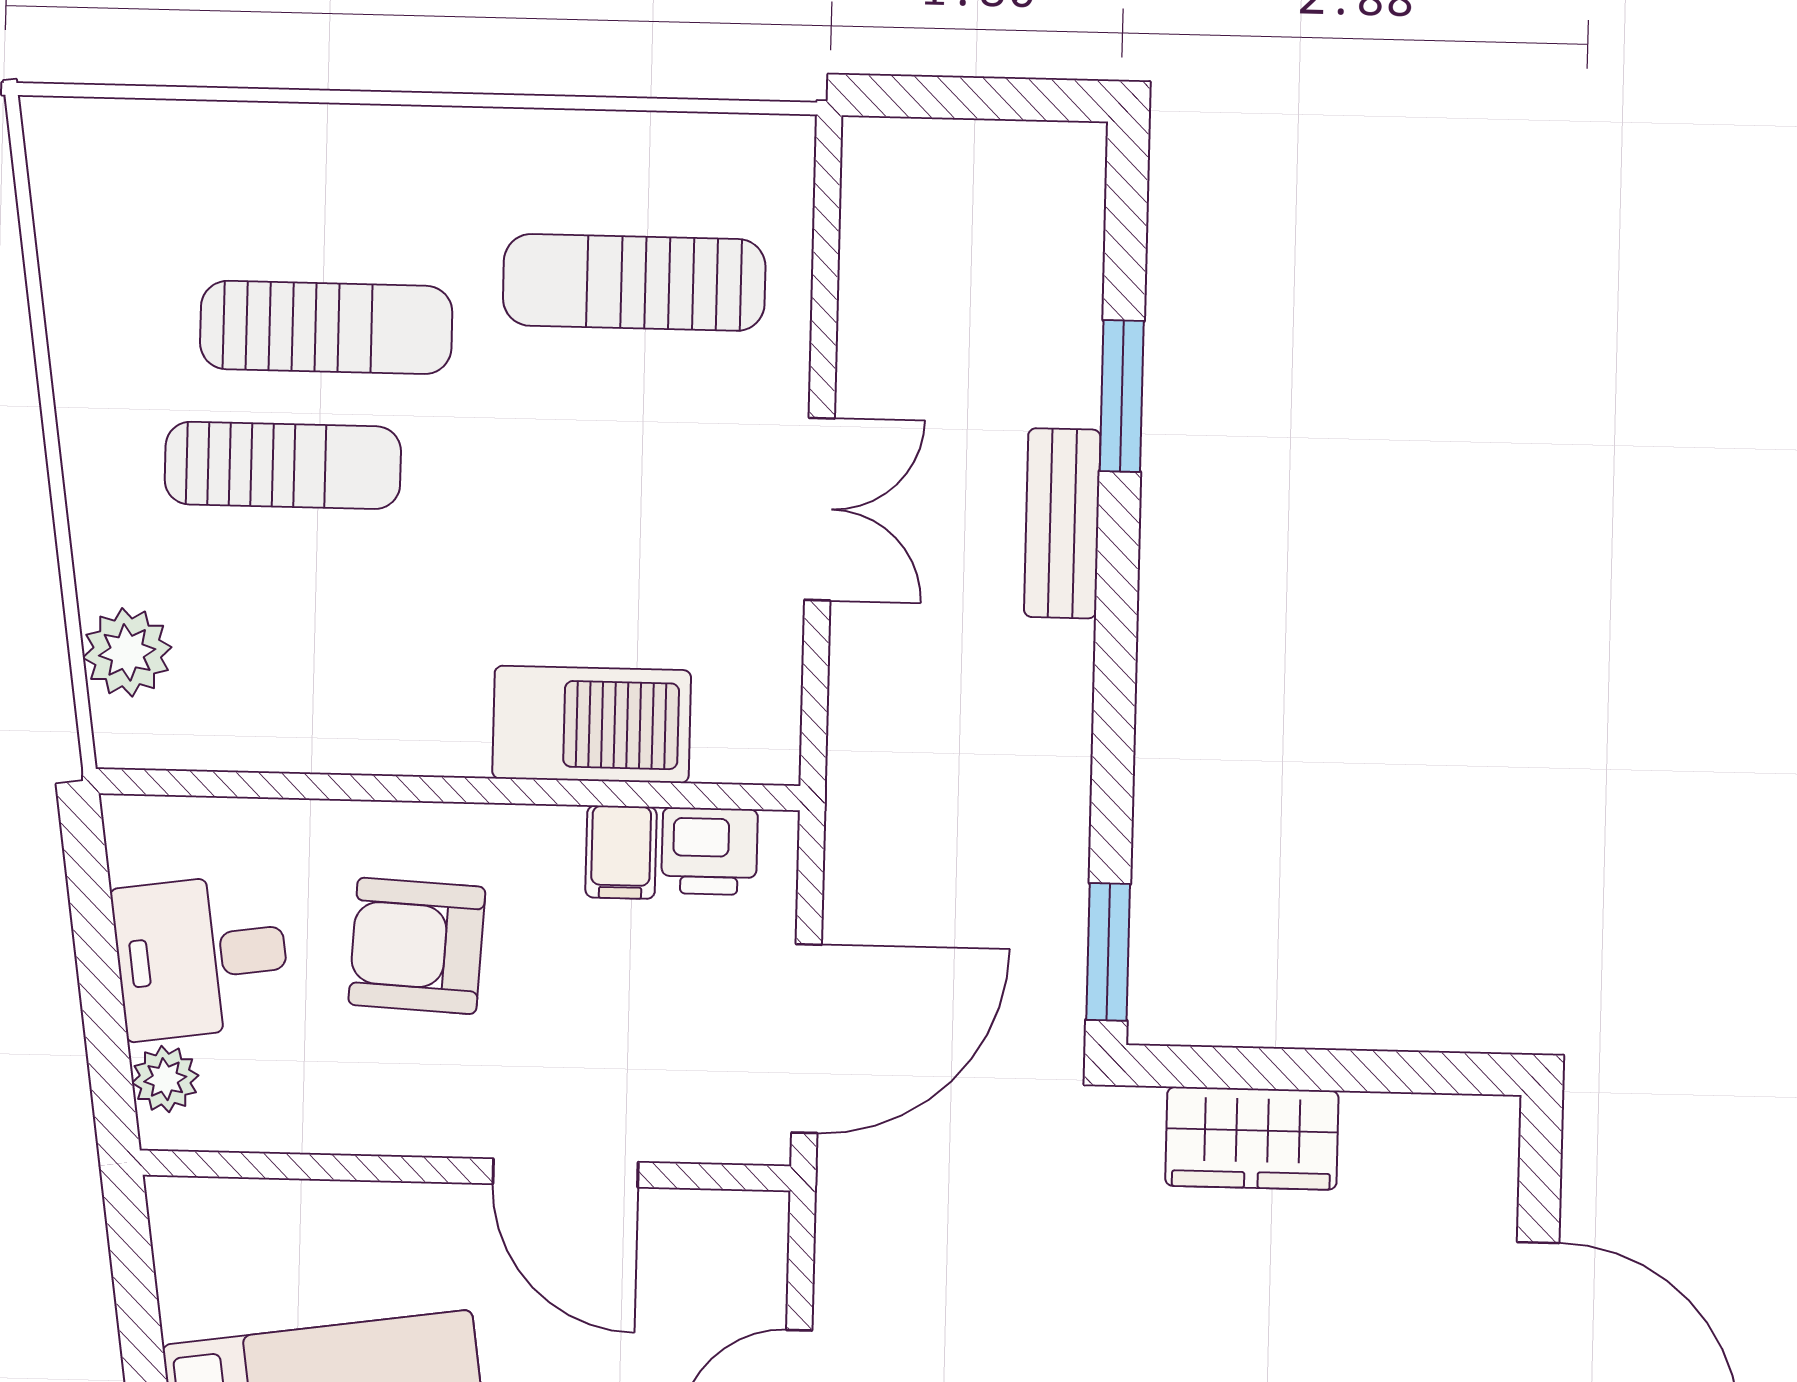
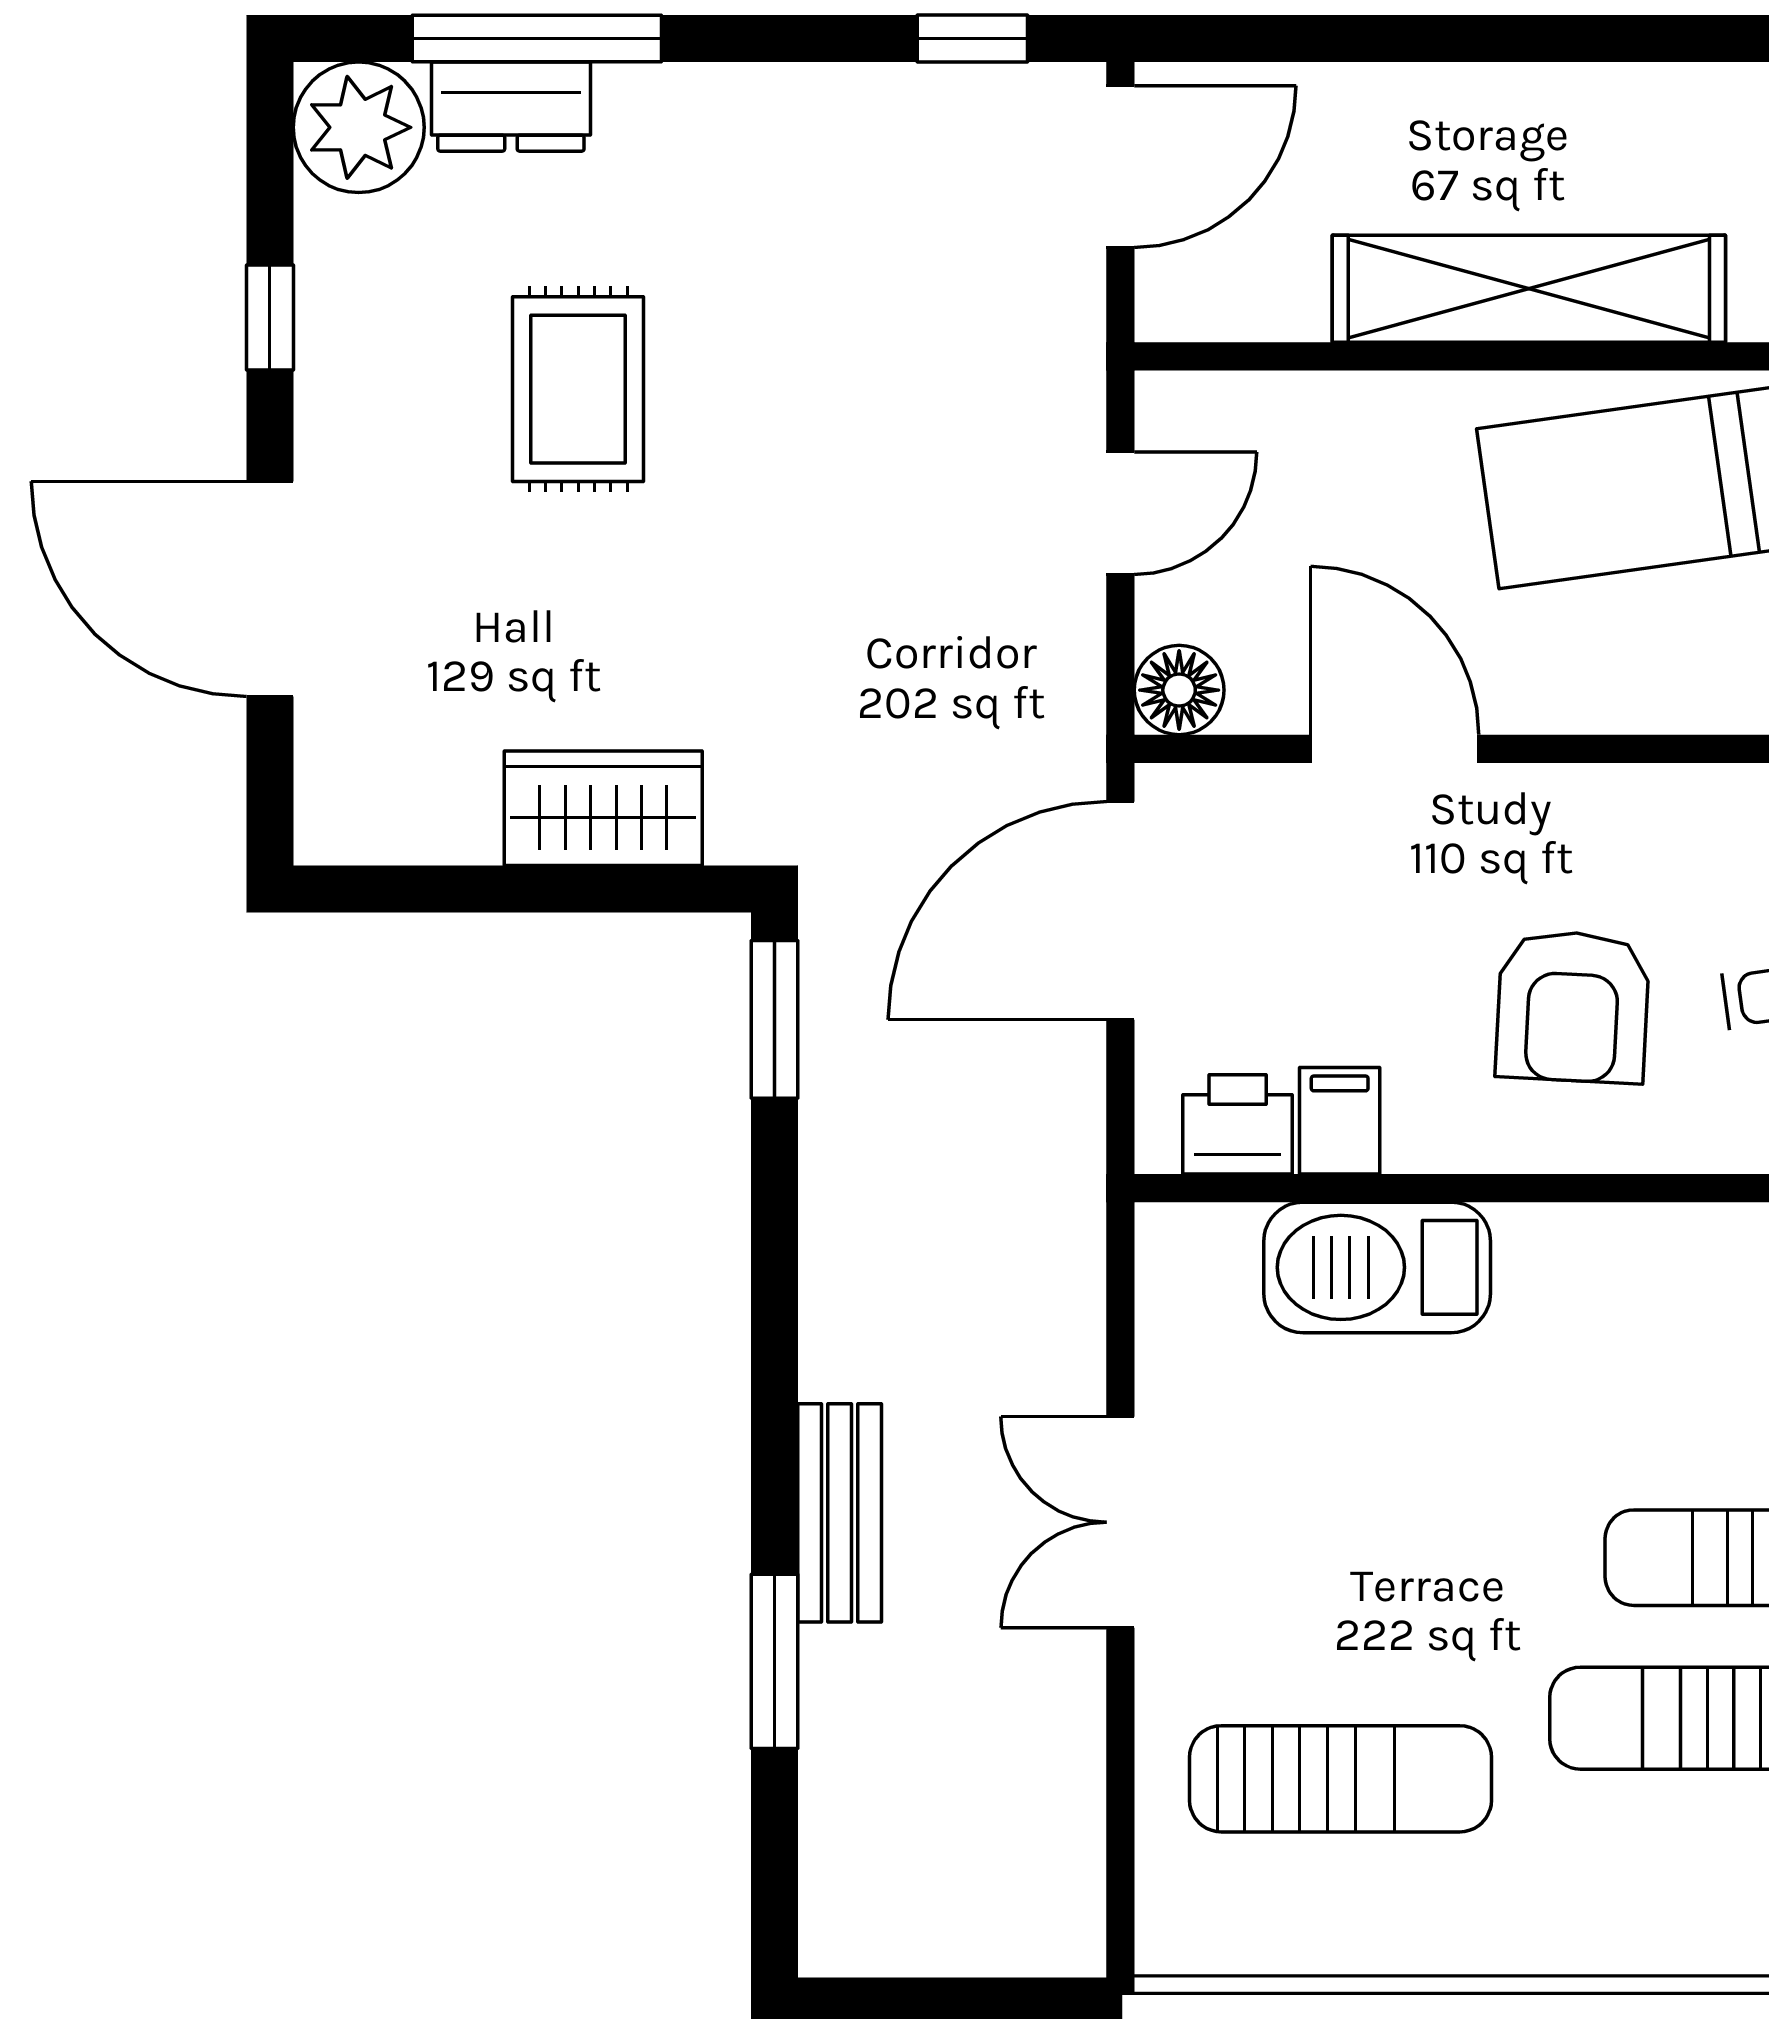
armchair: (417, 946) -> (1573, 1007), turned 90
floor lamp: (751, 1228) -> (1179, 690), added

